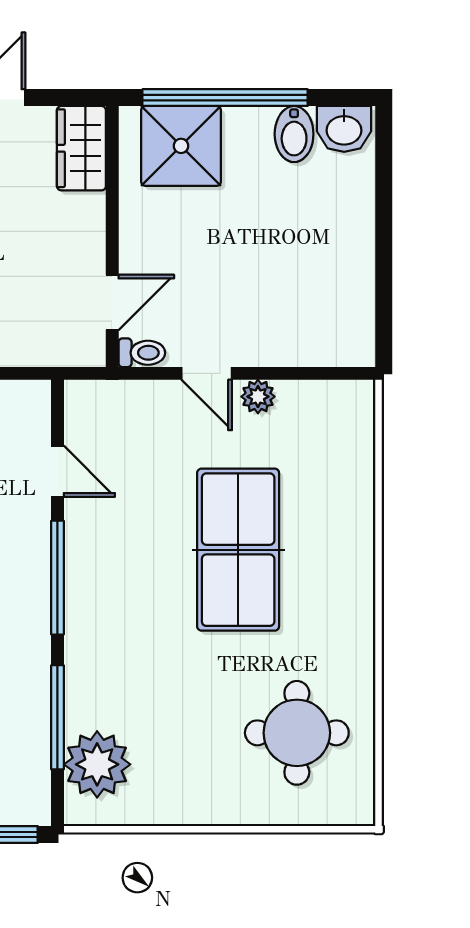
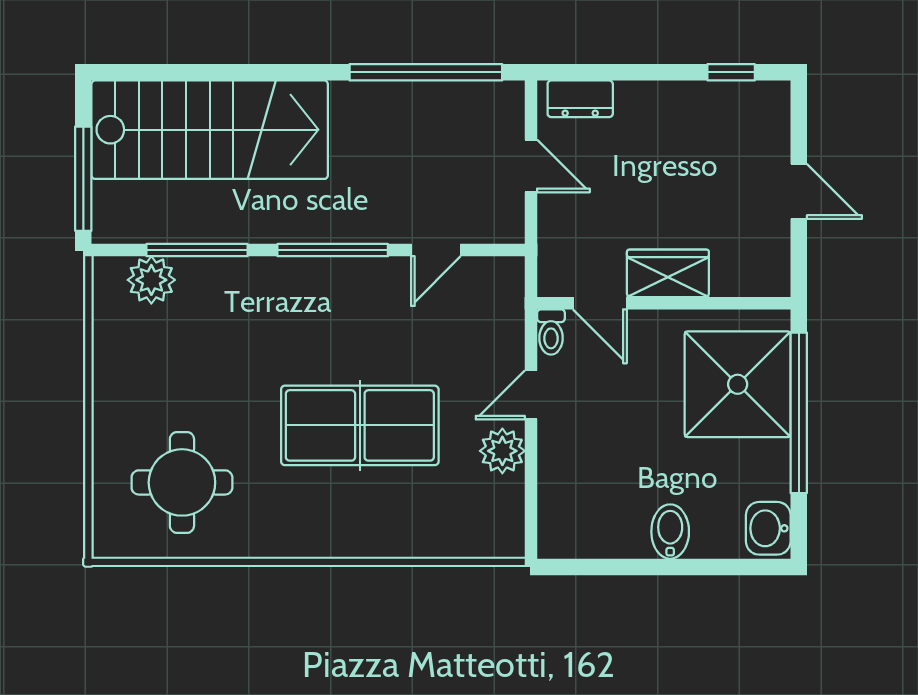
bidet: (294, 134) -> (670, 532), moved, turned 90
shower: (181, 146) -> (738, 384), width x1.37, depth x1.37
wardrobe: (81, 148) -> (668, 273), moved
plant: (258, 397) -> (502, 451), width x1.38, depth x1.38
plant: (97, 764) -> (151, 280), width x0.73, depth x0.73

